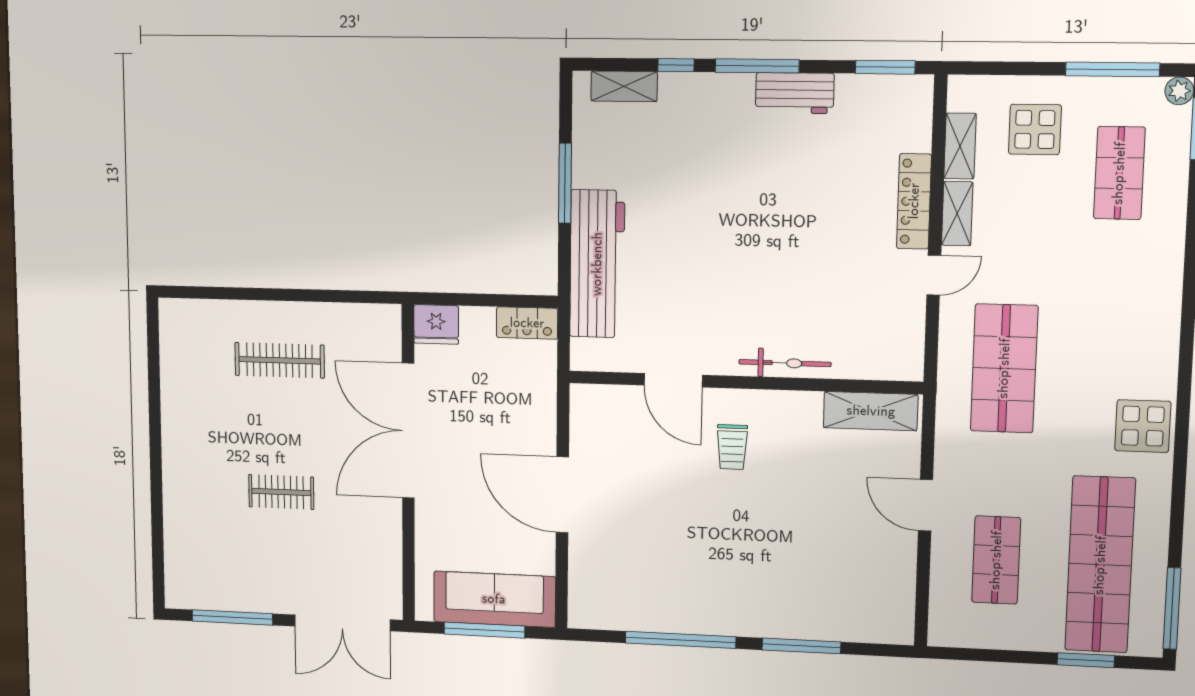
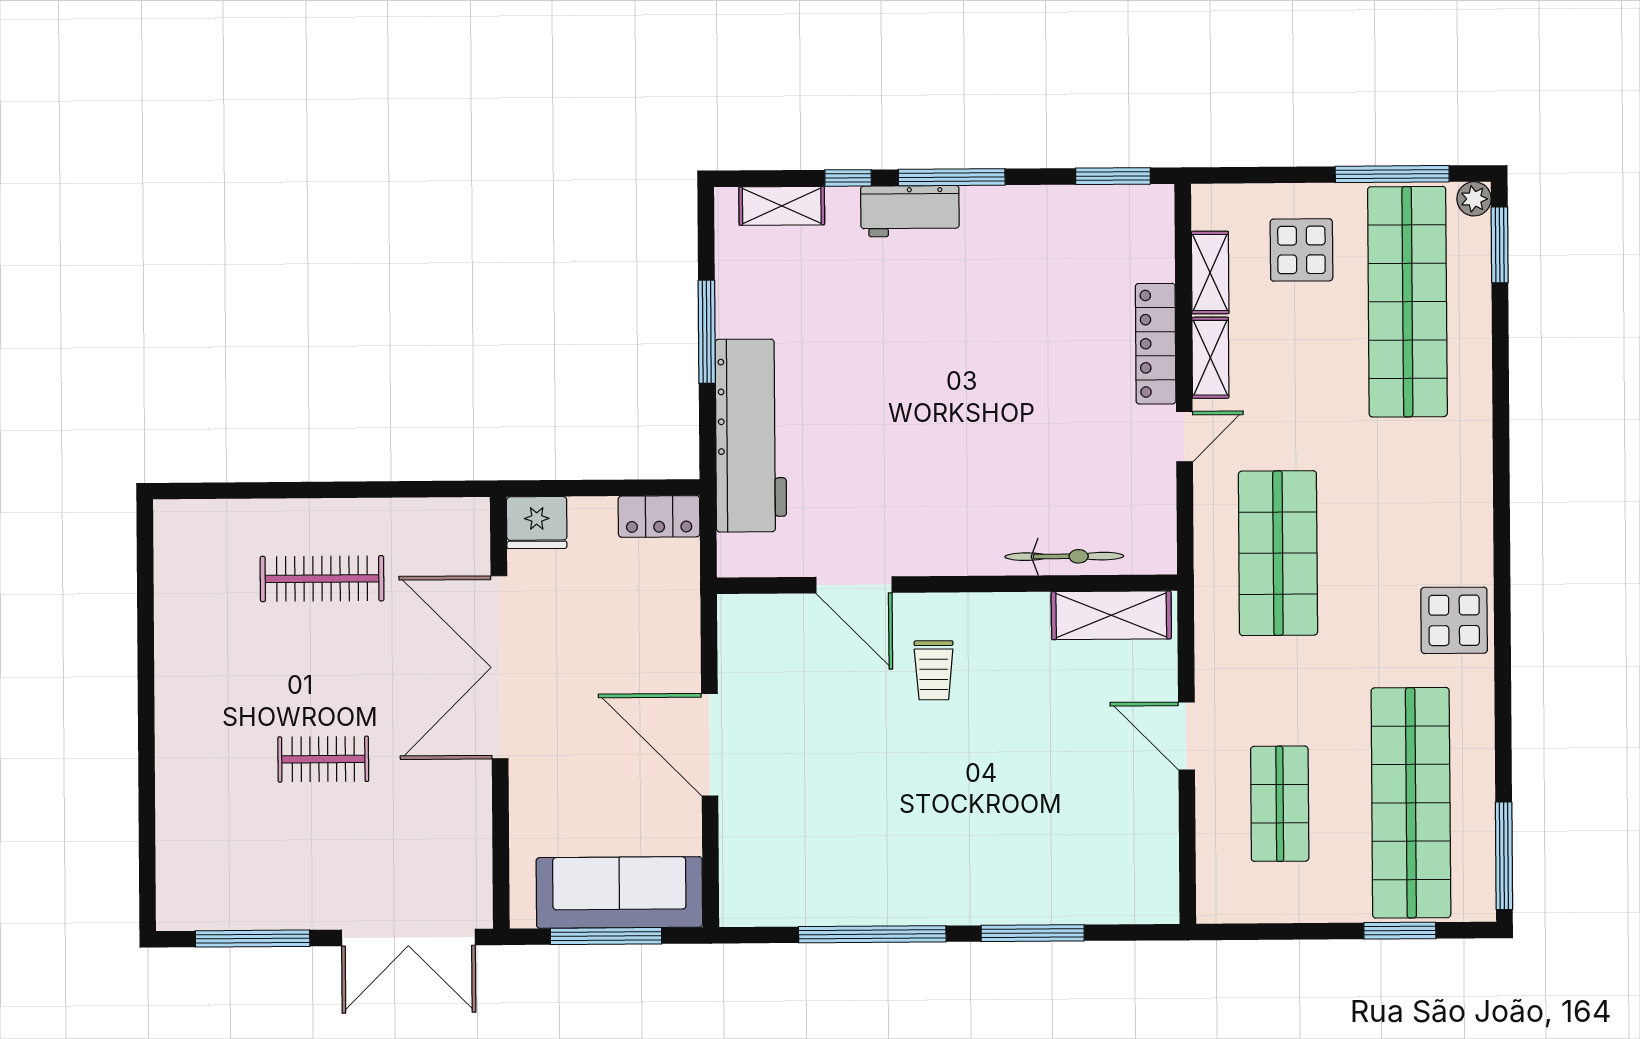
workbench: (795, 93) -> (910, 211), moved
shop shelf: (1119, 173) -> (1407, 302), width x2.00, depth x1.36
bicycle: (785, 363) -> (1064, 556), moved

